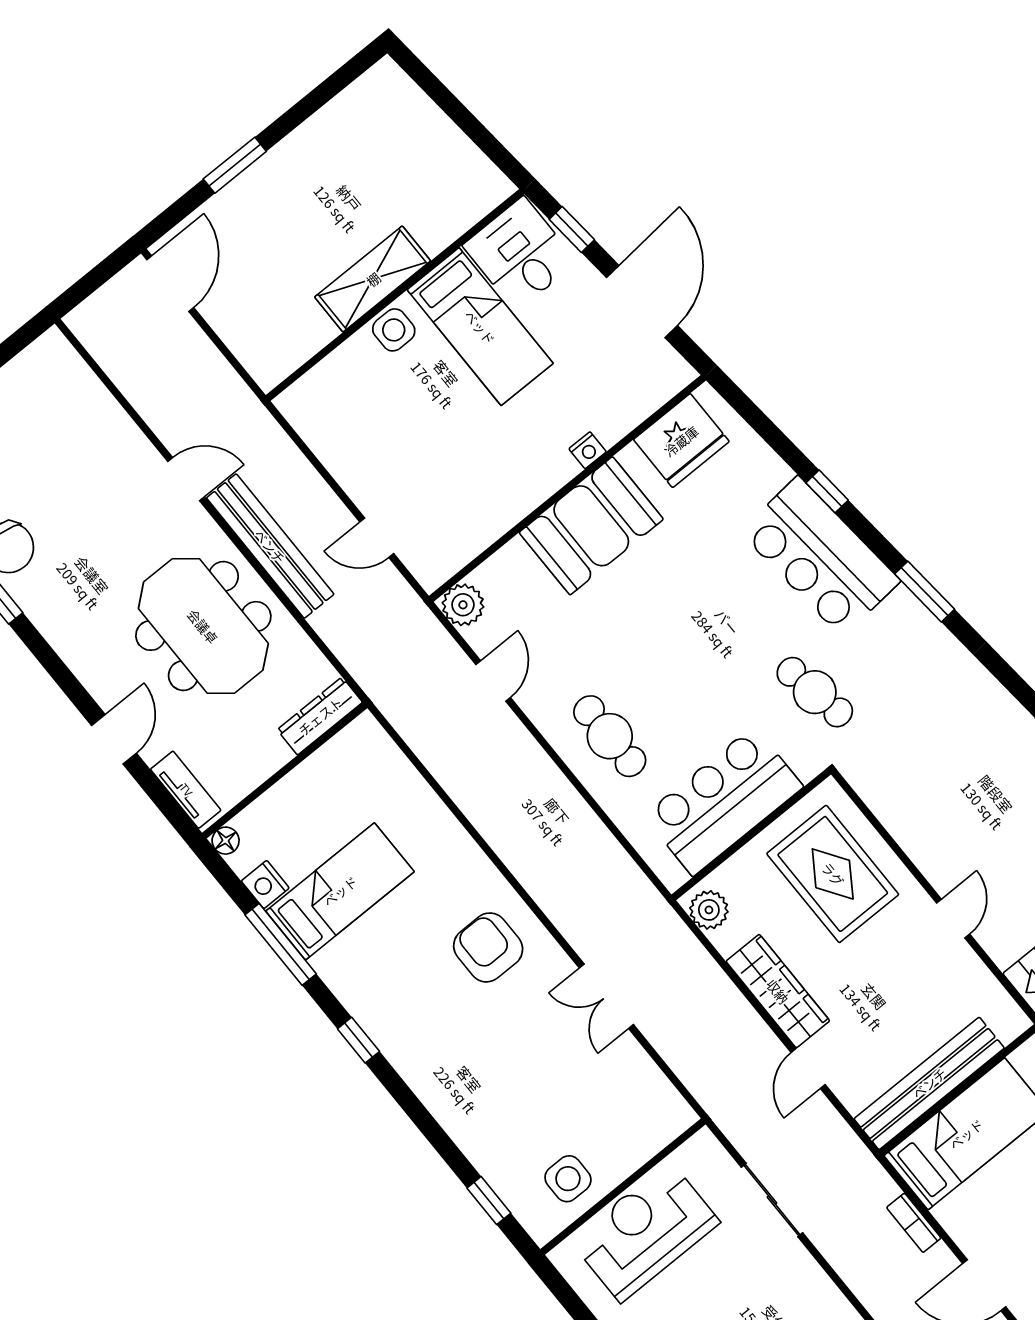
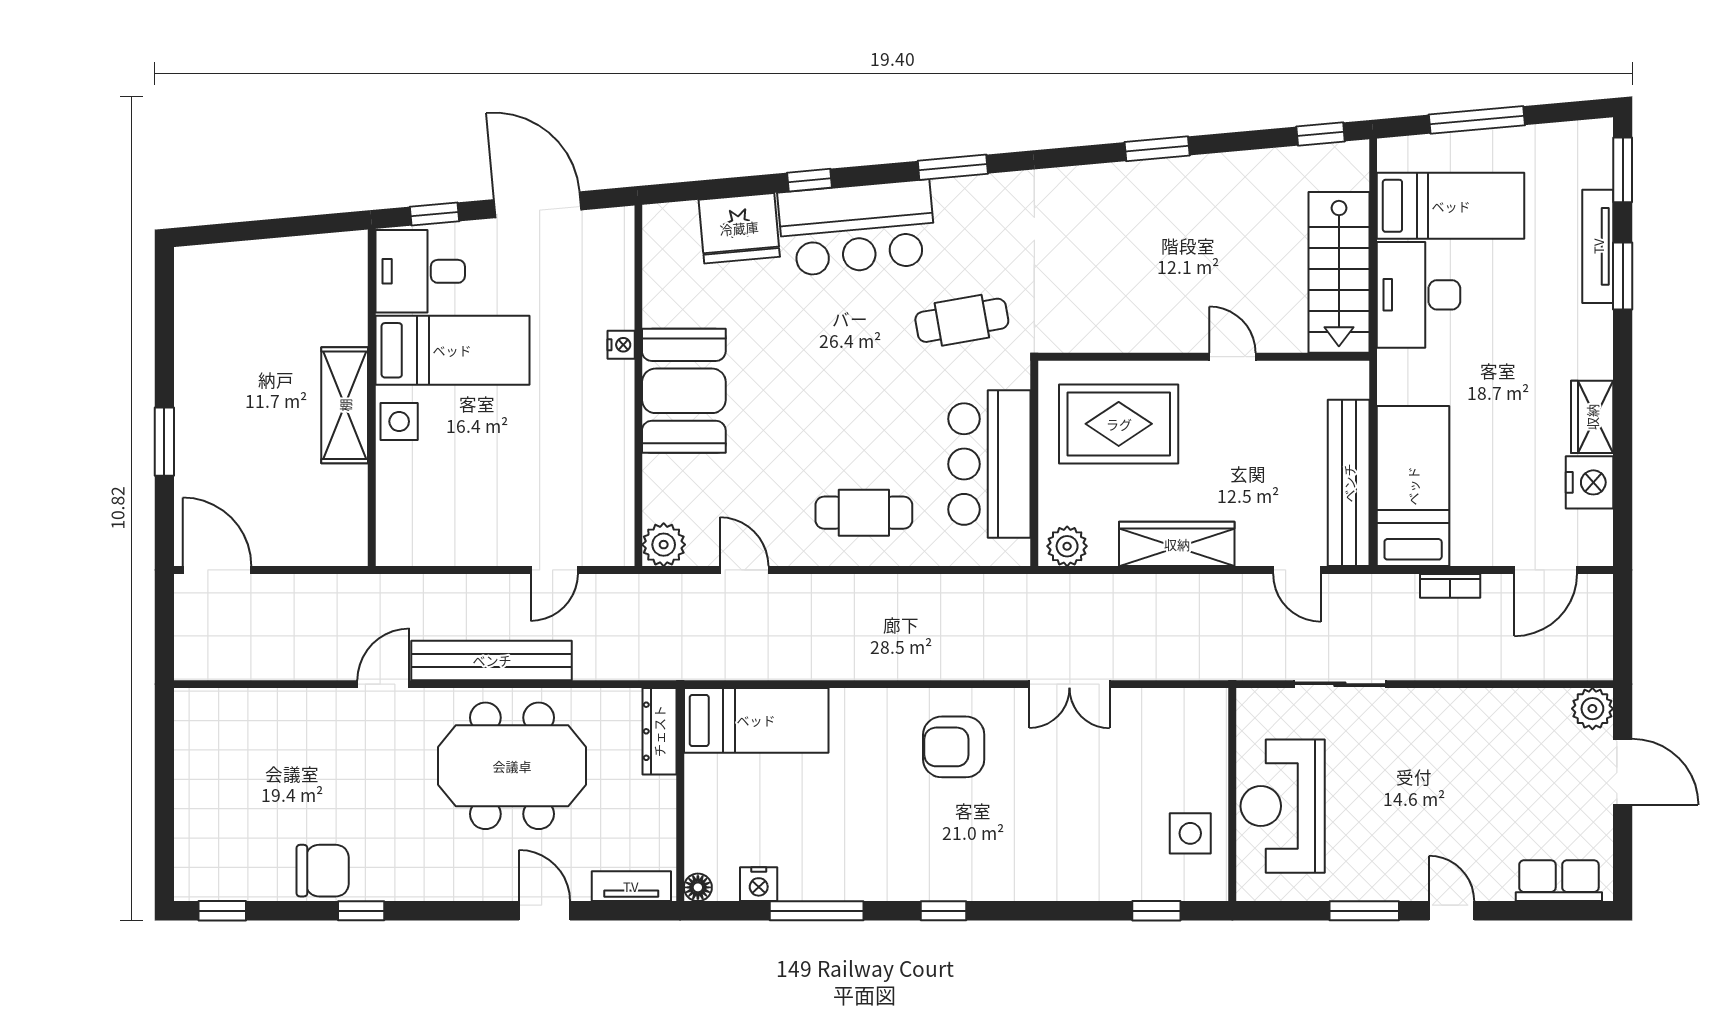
fridge: (681, 441) -> (739, 228), moved, turned 85
bed: (340, 891) -> (756, 720), moved, turned 90
door: (808, 1069) -> (1297, 570), moved

